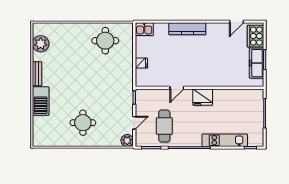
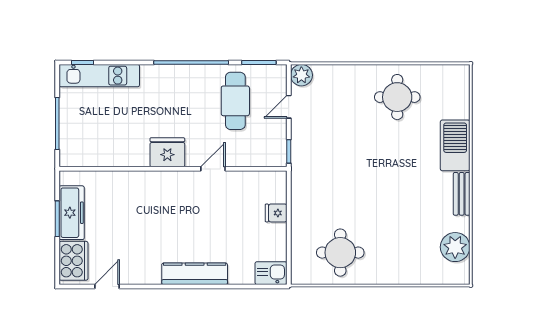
round table: (83, 123) -> (397, 97), moved
kitchen unit: (225, 140) -> (99, 76), moved

